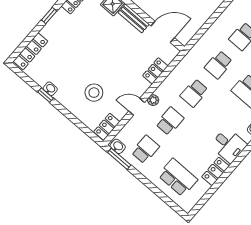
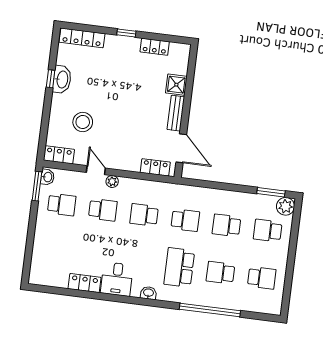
school desk: (219, 65) -> (185, 220), turned 180
locker: (155, 71) -> (155, 167), moved
washbasin: (50, 89) -> (62, 79), width x1.91, depth x1.45
school desk: (178, 177) -> (56, 252), removed

